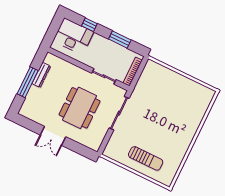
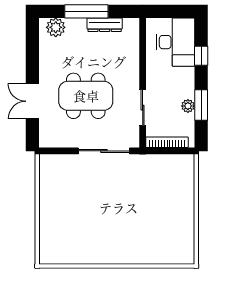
plant: (116, 48) -> (188, 106), added
plant: (28, 106) -> (56, 27), added
double door: (53, 136) -> (32, 101), moved
sun lounger: (146, 158) -> (62, 215), removed

